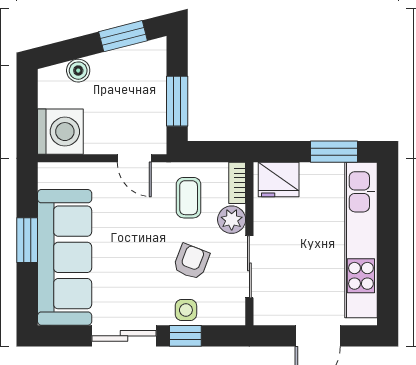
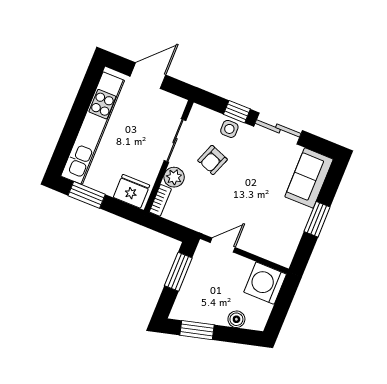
door: (134, 158) -> (223, 245), hinge flipped
coffee table: (189, 198) -> (197, 204), removed
sofa: (65, 257) -> (309, 178), width x0.54, depth x0.79

